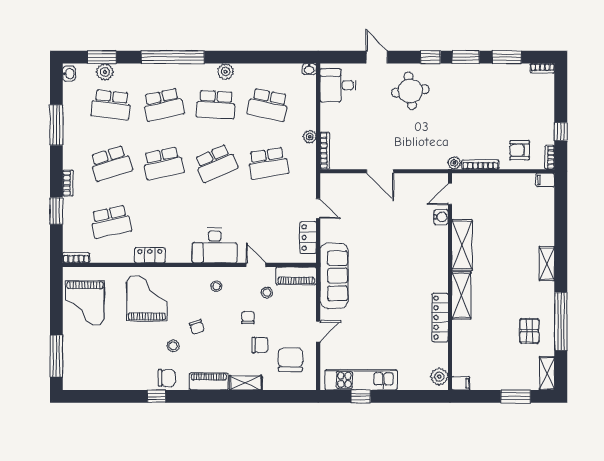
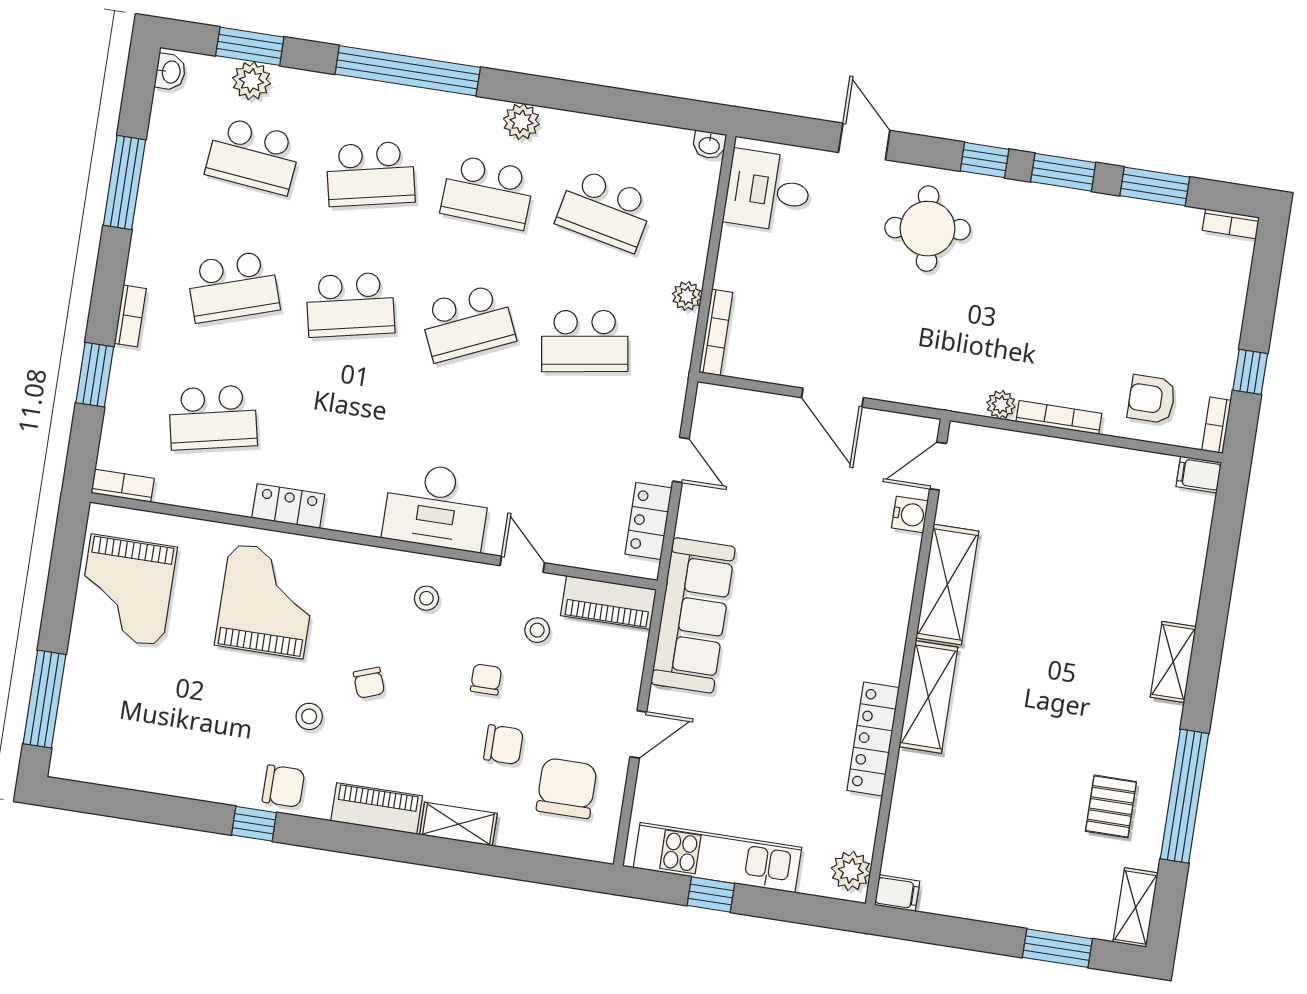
door: (450, 194) -> (938, 466), moved
water cooler: (441, 217) -> (910, 514), moved
shelving: (462, 245) -> (947, 584), moved
wall: (450, 282) -> (908, 662), moved
shelving: (461, 295) -> (928, 697), moved
locker: (440, 318) -> (873, 739), moved
plant: (439, 377) -> (851, 871), moved
filing cabinet: (461, 383) -> (897, 893), moved

